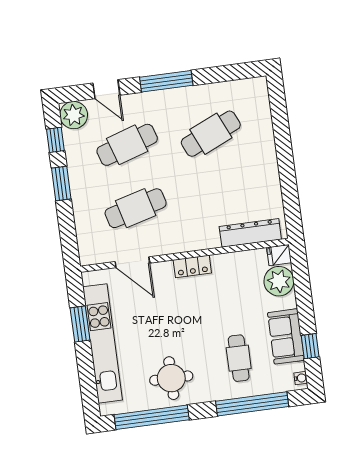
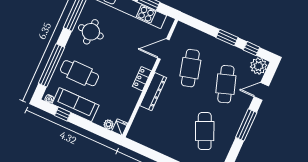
dresser: (250, 233) -> (153, 92), moved
plant: (279, 281) -> (108, 124), width x0.53, depth x0.53
sofa: (286, 336) -> (75, 105), width x1.36
cafe table: (239, 358) -> (79, 73), width x1.37, depth x1.35

